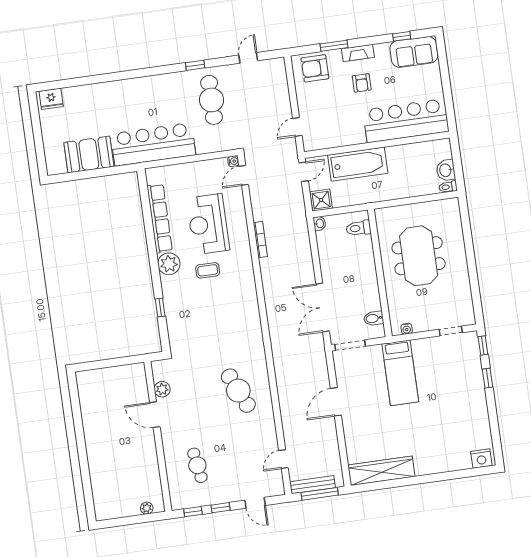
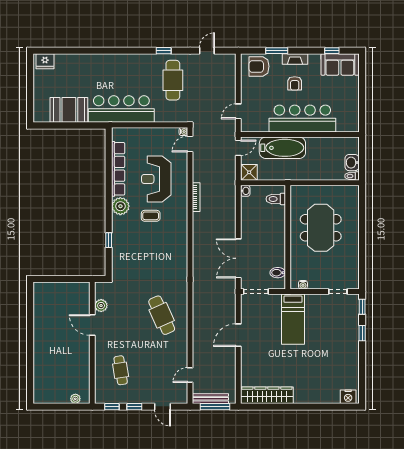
bar counter: (406, 121) -> (302, 119), moved

